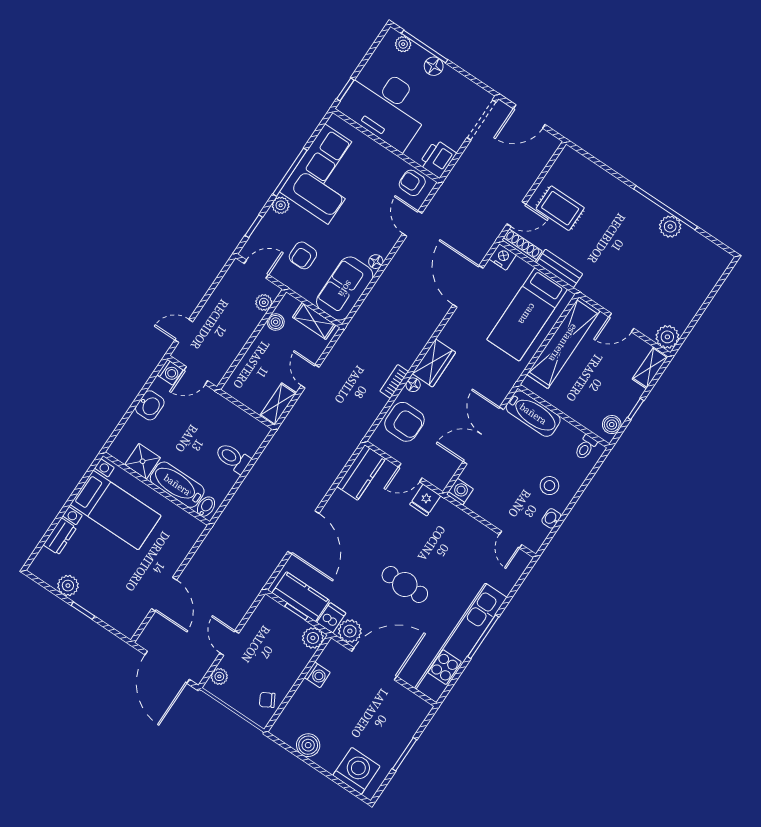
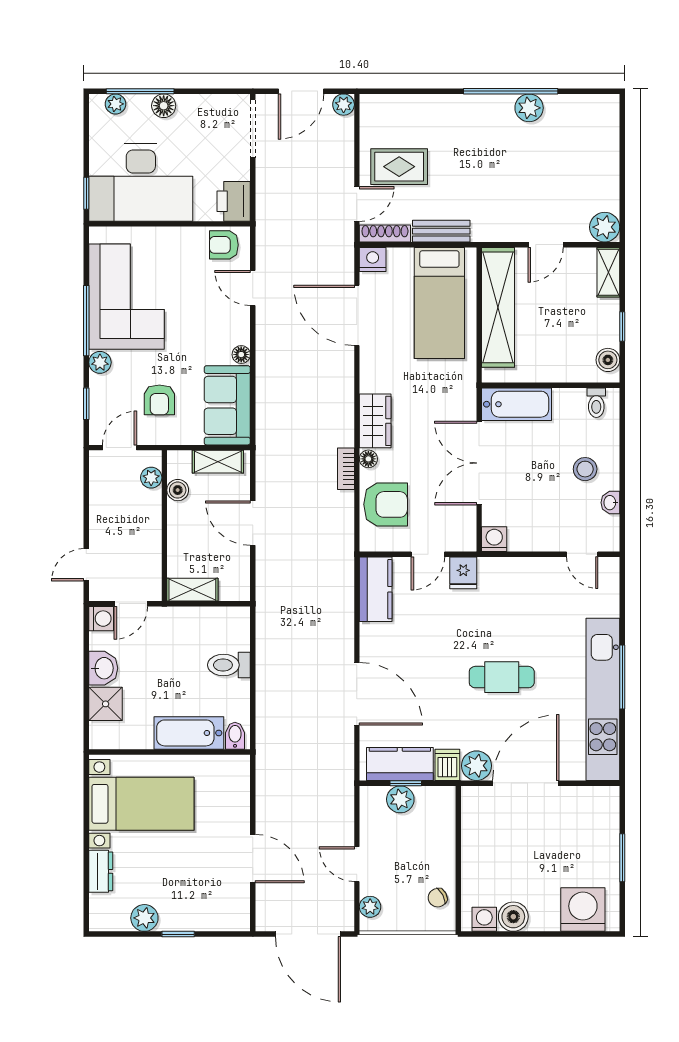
plant: (551, 144) -> (344, 105), added
door: (310, 376) -> (253, 523), width x1.37
shelving: (278, 404) -> (192, 590), moved, turned 90
shower: (143, 461) -> (106, 704), moved
plant: (313, 638) -> (400, 799), moved
washing machine: (317, 675) -> (484, 919), moved, turned -90

